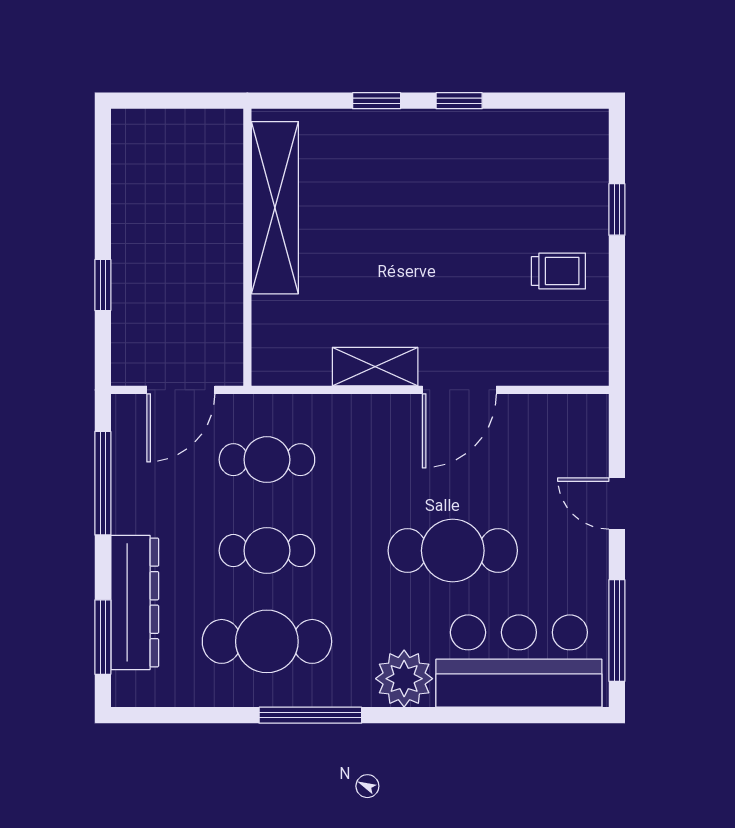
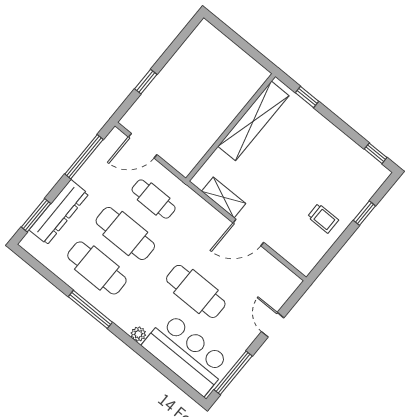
window: (459, 101) -> (376, 153), moved
shelving: (275, 208) -> (253, 121), moved
wall: (247, 247) -> (231, 127), moved
cafe table: (267, 551) -> (125, 233), width x1.37, depth x1.35
plant: (404, 679) -> (138, 334), width x0.53, depth x0.53

